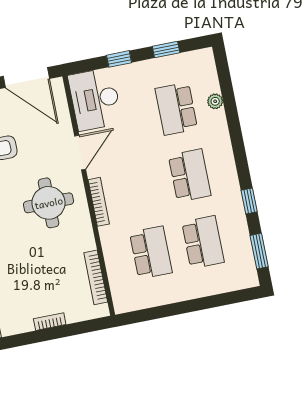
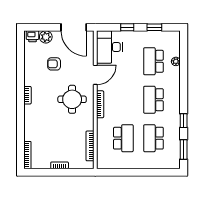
school desk: (190, 175) -> (153, 100), turned 180
school desk: (203, 242) -> (153, 138), turned 180

